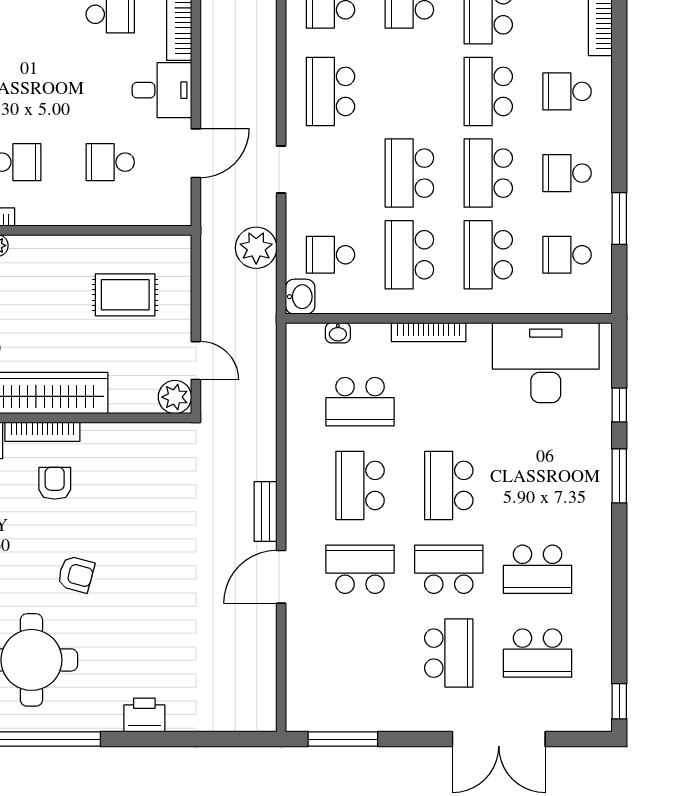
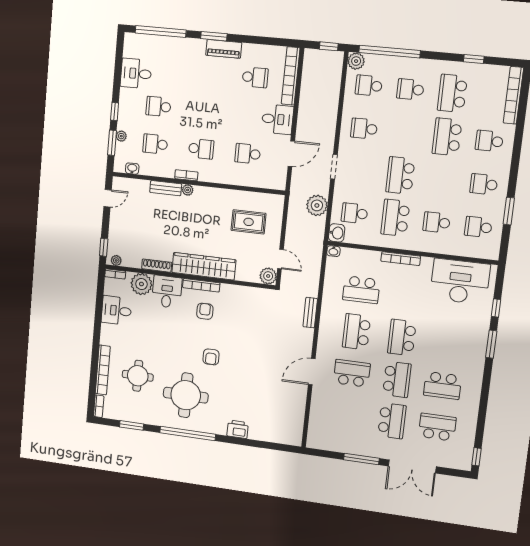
school desk: (331, 91) -> (364, 129), width x0.54
school desk: (488, 173) -> (442, 180), removed
school desk: (488, 255) -> (437, 222), width x0.54
washbasin: (338, 333) -> (333, 251), moved
bench: (265, 512) -> (310, 313), moved
school desk: (449, 569) -> (397, 379), turned 90
armchair: (76, 574) -> (211, 357), turned 75
school desk: (538, 653) -> (437, 427), turned 180
window: (343, 739) -> (361, 459), moved

